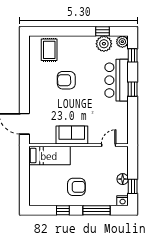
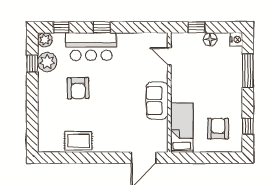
rug: (49, 50) -> (78, 141), moved
armchair: (66, 80) -> (78, 88), moved
window: (133, 186) -> (196, 27), moved
armchair: (76, 187) -> (218, 129), moved
window: (63, 210) -> (248, 126), moved

